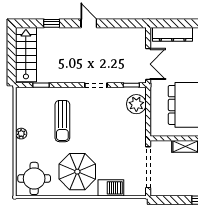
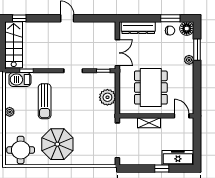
window: (52, 23) -> (19, 18), moved
plant: (136, 104) -> (107, 97), moved
barbecue: (111, 188) -> (20, 80), moved, turned 180

